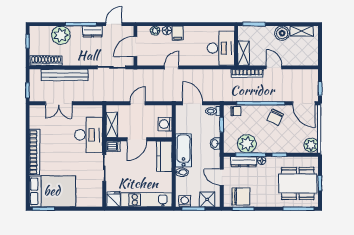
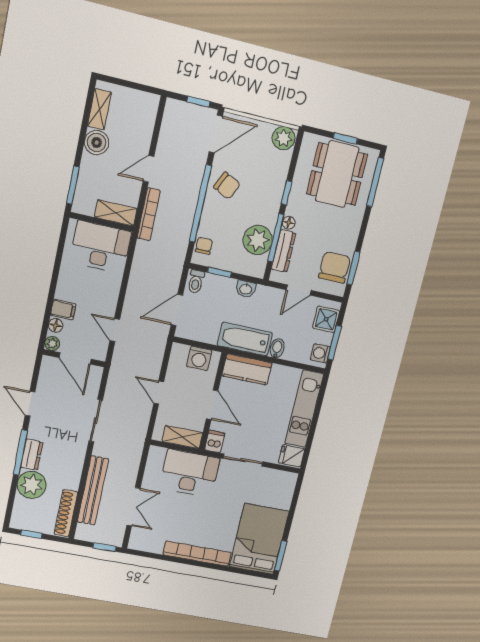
dresser: (92, 31) -> (32, 455), moved
door: (135, 46) -> (75, 358), moved
wall: (135, 46) -> (74, 358), moved

